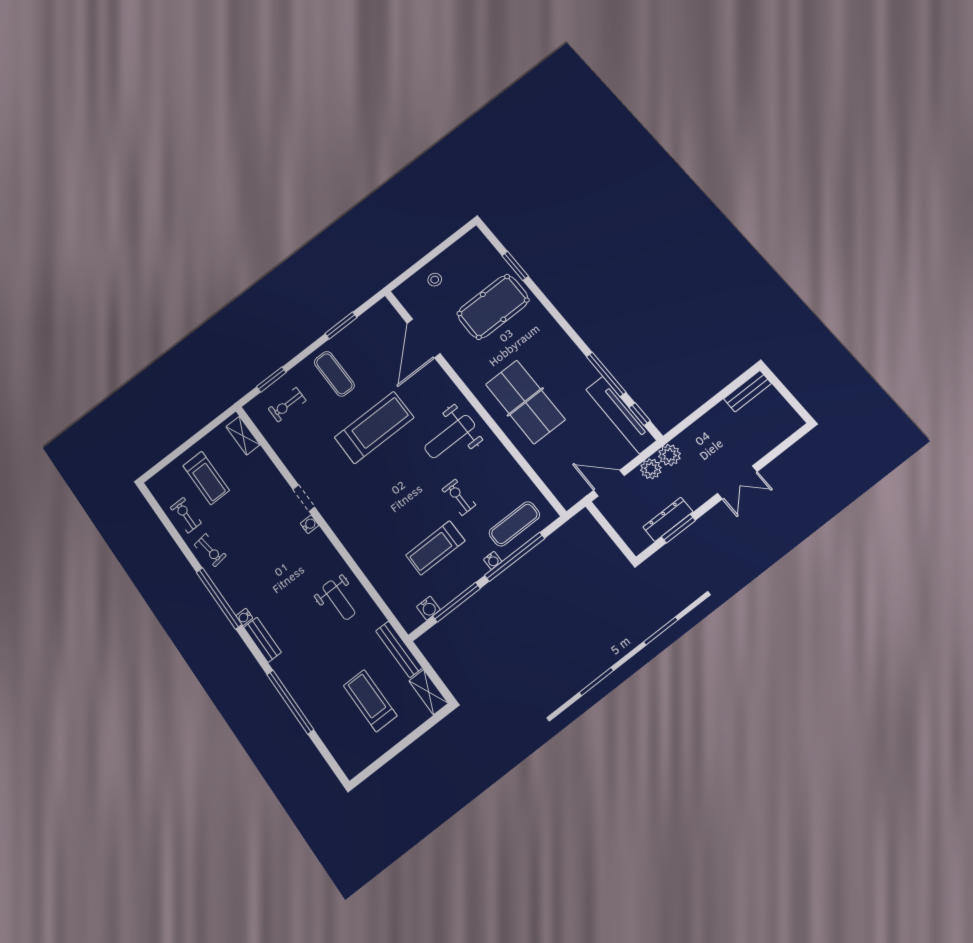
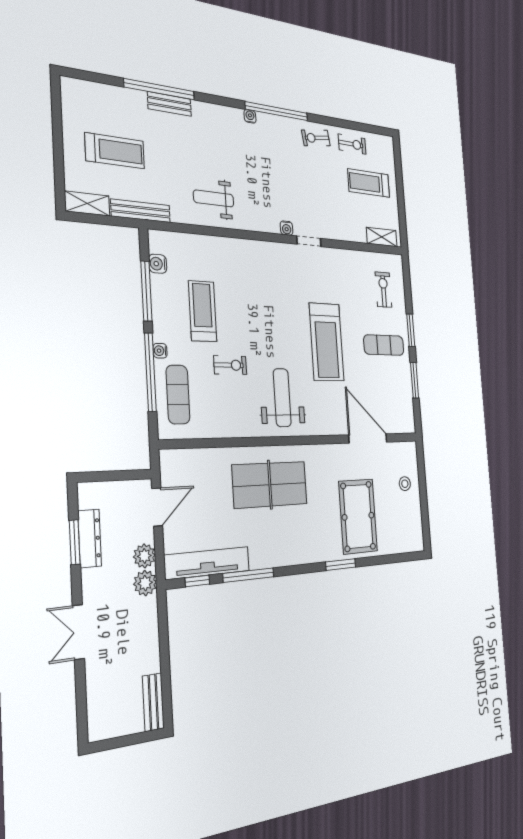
window: (515, 266) -> (341, 565), moved
window: (271, 380) -> (411, 330), moved
bench: (262, 640) -> (169, 104), moved

